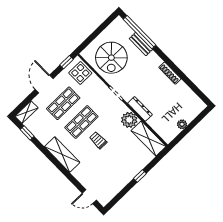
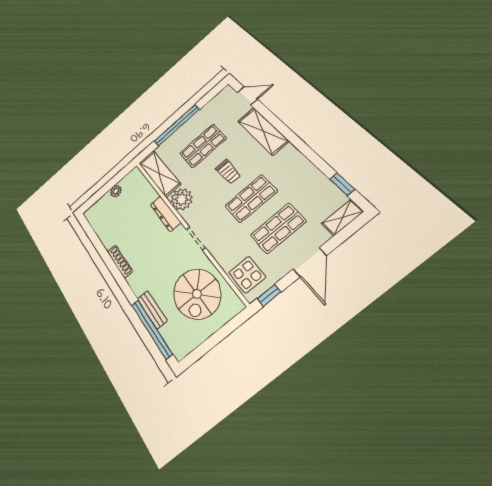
spiral stairs: (111, 58) -> (197, 294), turned 180
shelving: (62, 154) -> (263, 131), moved
shop shelf: (118, 159) -> (203, 146), added
window: (140, 176) -> (177, 125), width x3.17

